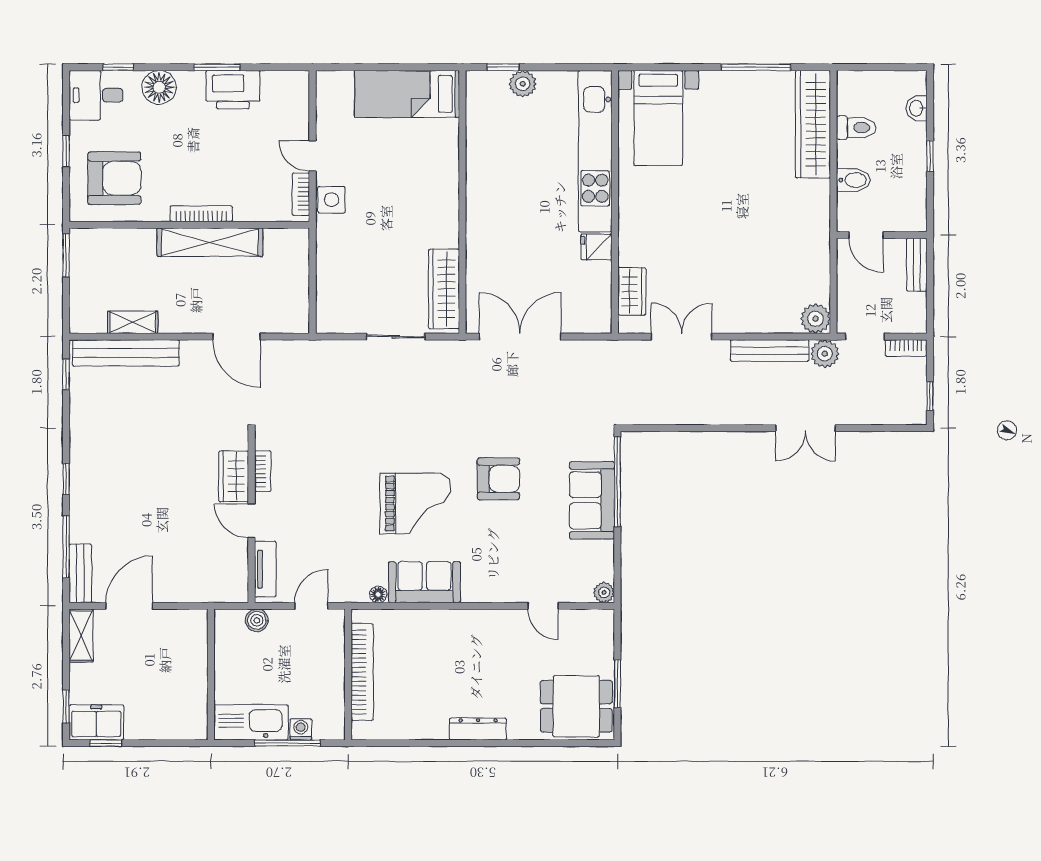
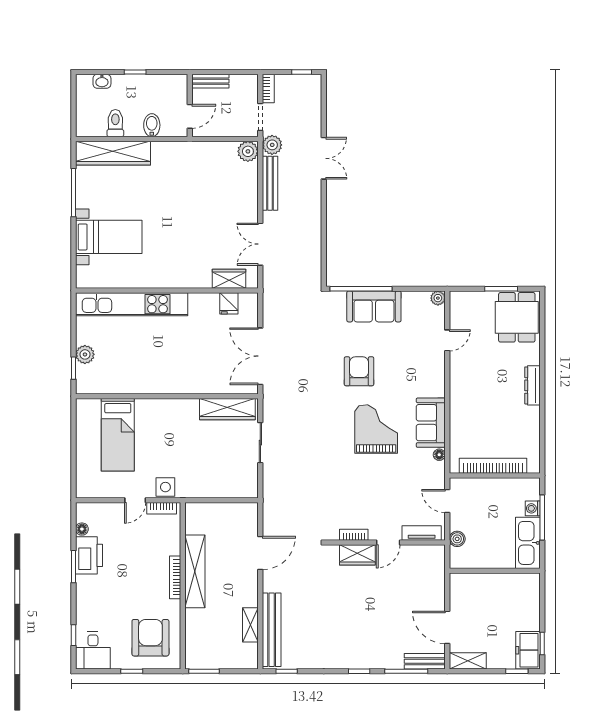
floor lamp: (159, 87) -> (82, 529), moved, width x0.53, depth x0.53
bed: (407, 94) -> (118, 435), moved
bed with nightstands: (658, 118) -> (109, 237), moved
fridge: (596, 247) -> (229, 303), moved

